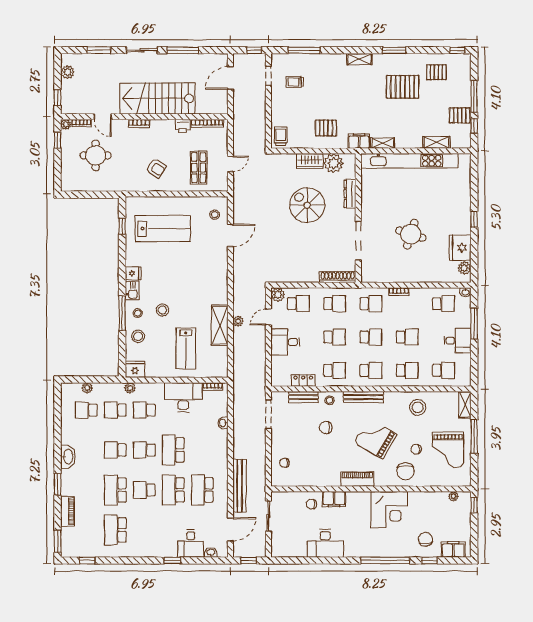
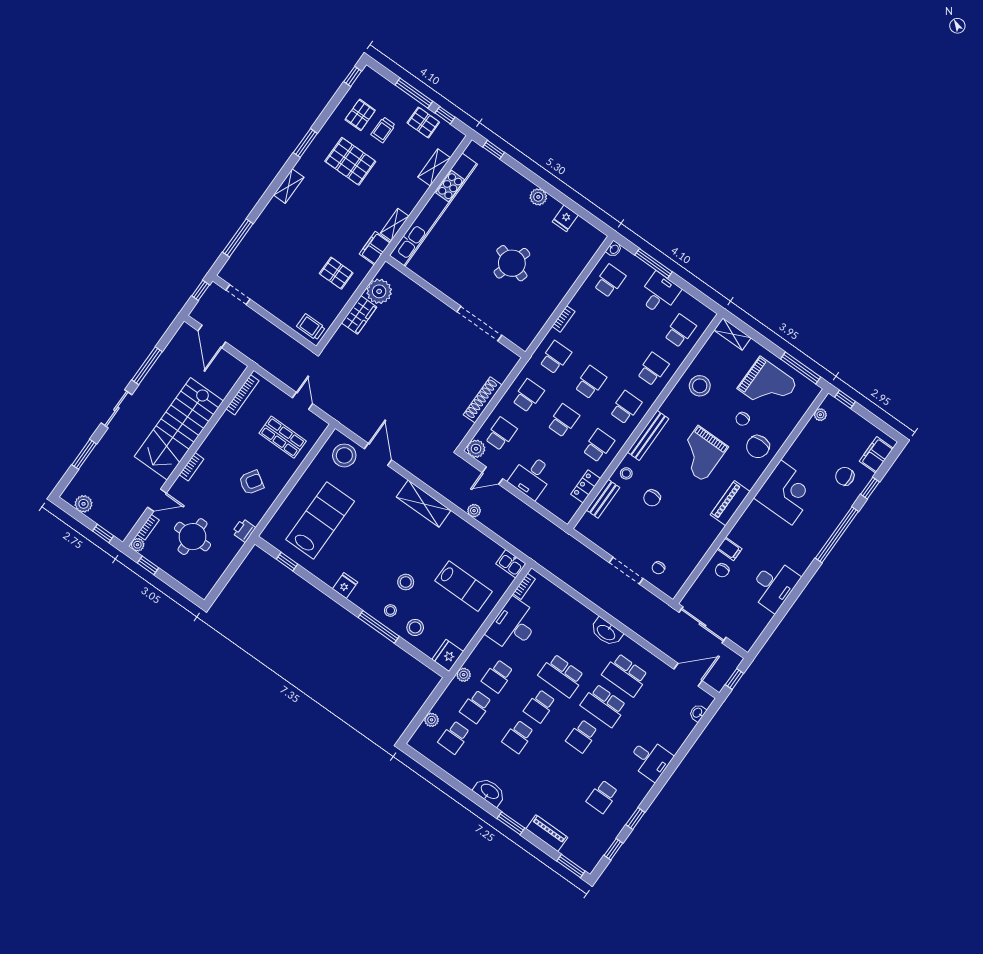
trolley: (295, 82) -> (383, 130), moved
pallet: (403, 87) -> (350, 161), turned 90
pallet: (460, 115) -> (423, 123), turned 90
printer: (183, 126) -> (244, 530), moved, turned 180
pallet: (326, 128) -> (336, 273), turned 90
dresser: (350, 194) -> (424, 297), removed
spiral stairs: (307, 205) -> (404, 351), removed
stool: (215, 215) -> (344, 455), width x1.89, depth x1.89
window: (474, 219) -> (494, 150), moved
fridge: (460, 248) -> (565, 218), width x0.53, depth x0.75
plant: (464, 268) -> (538, 197), moved
shoe rack: (338, 277) -> (483, 400), moved
kitchen sink: (132, 290) -> (511, 564), moved, turned 180
door: (268, 317) -> (493, 476), hinge flipped
shelving: (220, 325) -> (424, 504), moved
school desk: (407, 337) -> (618, 344), removed
doorway: (268, 414) -> (626, 571), moved
washbasin: (223, 423) -> (606, 632), moved, width x1.91, depth x1.45
window: (474, 437) -> (801, 368), moved
grand piano: (375, 438) -> (701, 454), turned -30
chair: (405, 471) -> (758, 447), turned 90
bench: (240, 486) -> (649, 632), removed
school desk: (115, 490) -> (560, 767), removed
filing cabinet: (334, 499) -> (730, 549), width x0.50
sliding door: (268, 516) -> (703, 625), width x1.37
door: (230, 529) -> (688, 675), hinge flipped
school desk: (115, 530) -> (602, 797), width x0.54
desk: (191, 543) -> (650, 759), moved
window: (172, 560) -> (635, 819), moved

